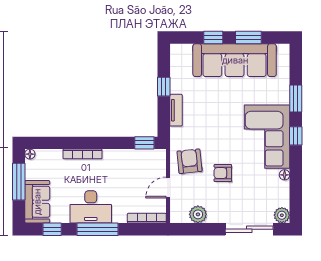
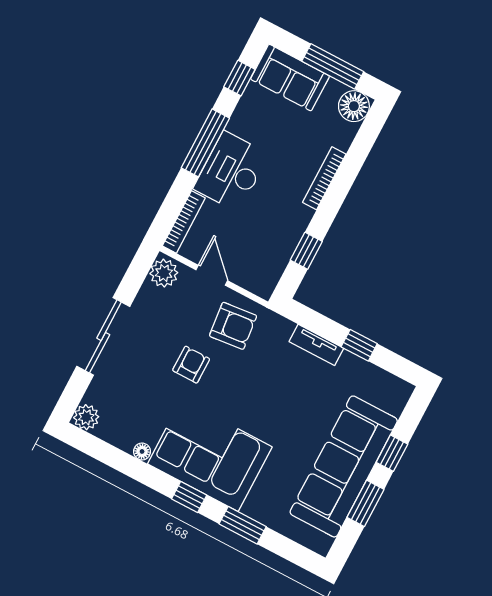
window: (144, 143) -> (306, 251), moved
floor lamp: (30, 154) -> (354, 106), width x1.89, depth x1.89
desk: (91, 207) -> (231, 171), moved
plant: (198, 214) -> (164, 273), moved
sliding door: (249, 229) -> (103, 336), moved

